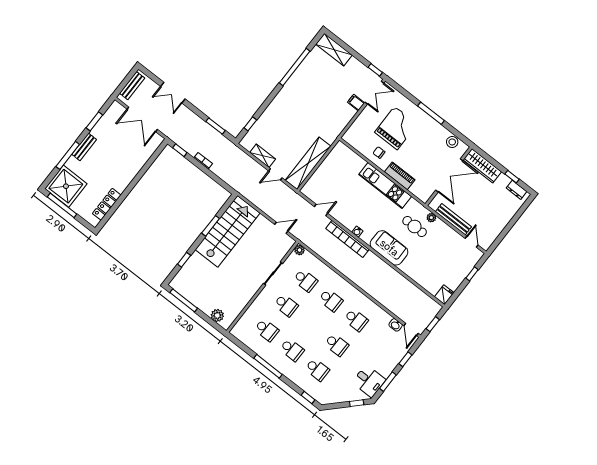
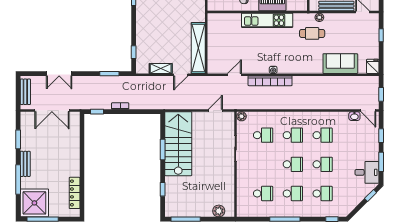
sofa: (389, 248) -> (340, 64), moved
school desk: (286, 305) -> (293, 164), moved

